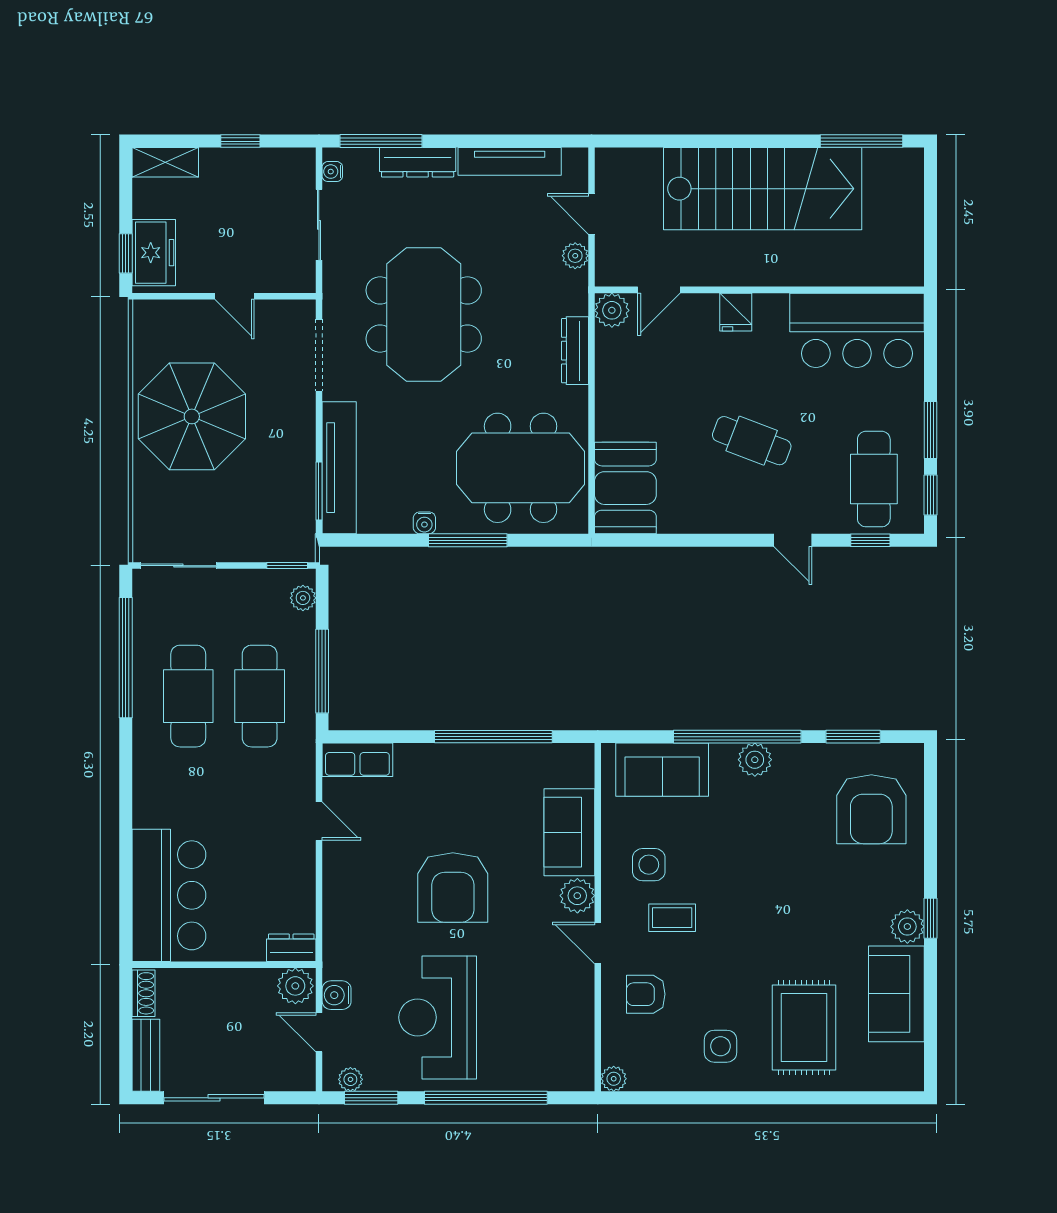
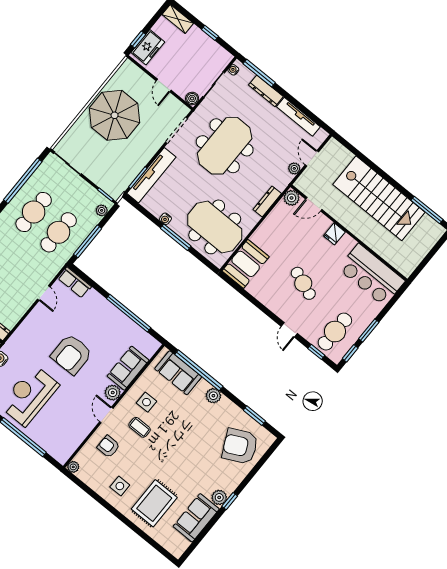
boiler: (302, 279) -> (192, 99), added
window: (737, 737) -> (199, 370), moved
armchair: (871, 809) -> (240, 446), turned 64

